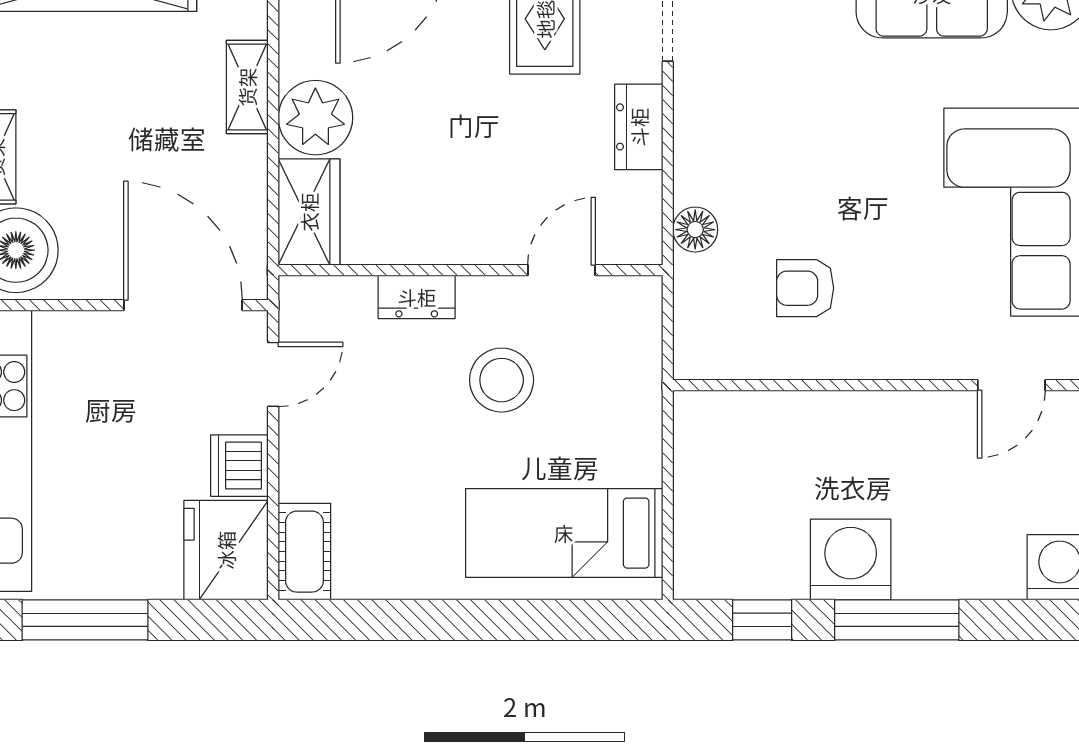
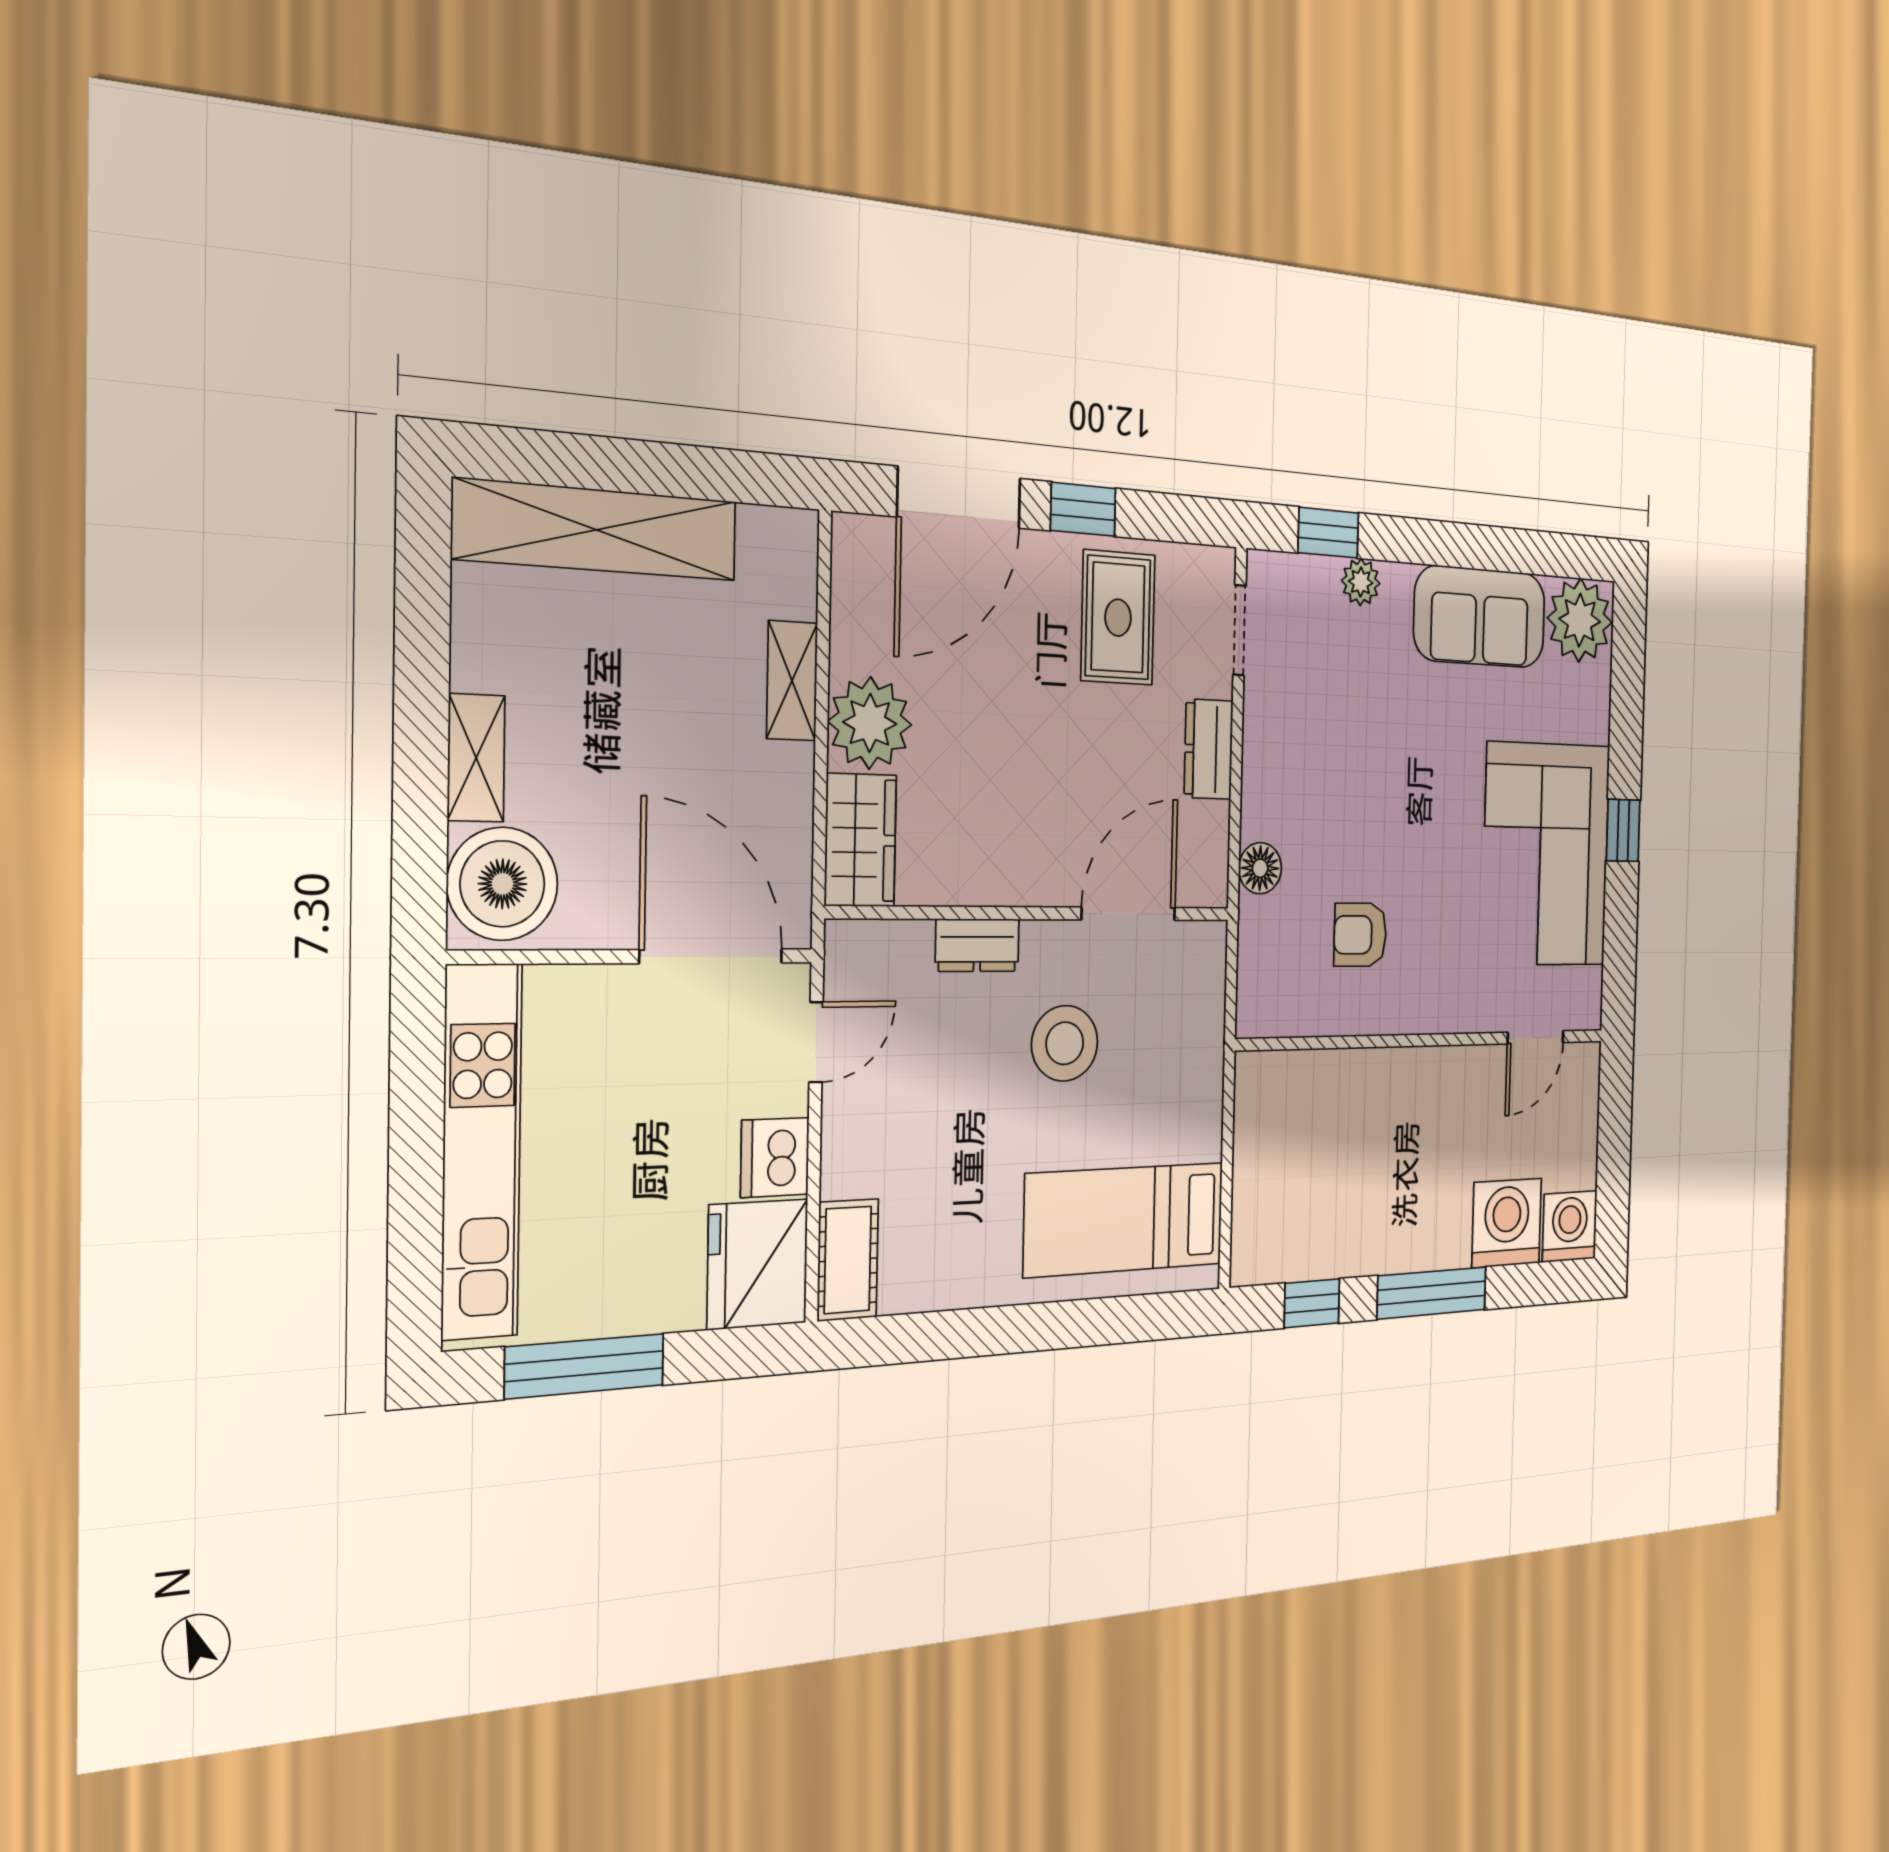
door: (562, 270) -> (1129, 914), width x1.38
washing machine: (851, 560) -> (1507, 1223), moved

